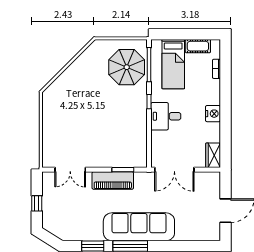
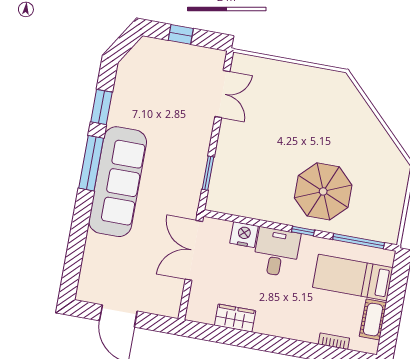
parasol: (127, 67) -> (323, 191), moved
nightstand: (213, 114) -> (244, 235), moved, turned 180
wardrobe: (213, 155) -> (235, 318), moved
double door: (70, 170) -> (222, 94), swing flipped
piano: (113, 180) -> (194, 155), removed

